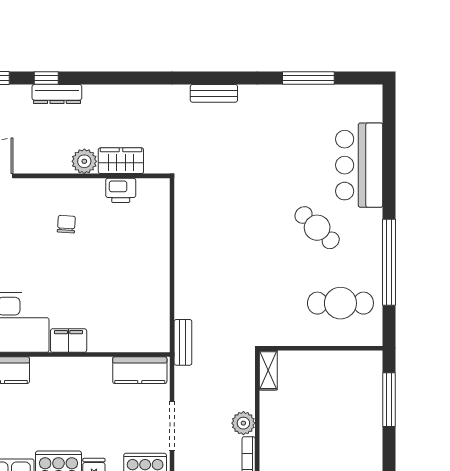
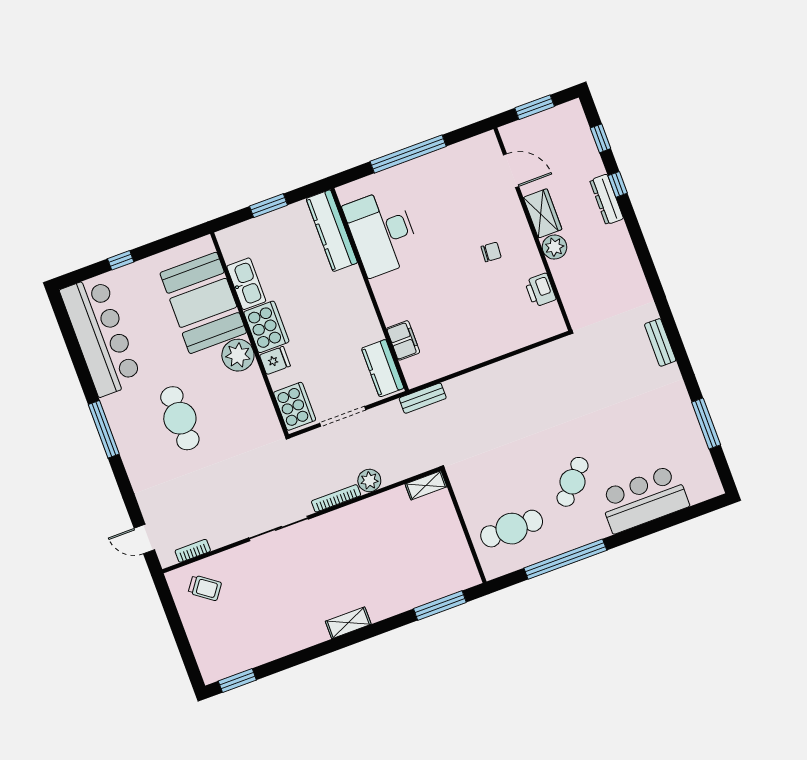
wardrobe: (121, 161) -> (543, 213), moved
cafe table: (340, 303) -> (512, 529), turned 90
filing cabinet: (69, 341) -> (403, 340), moved

